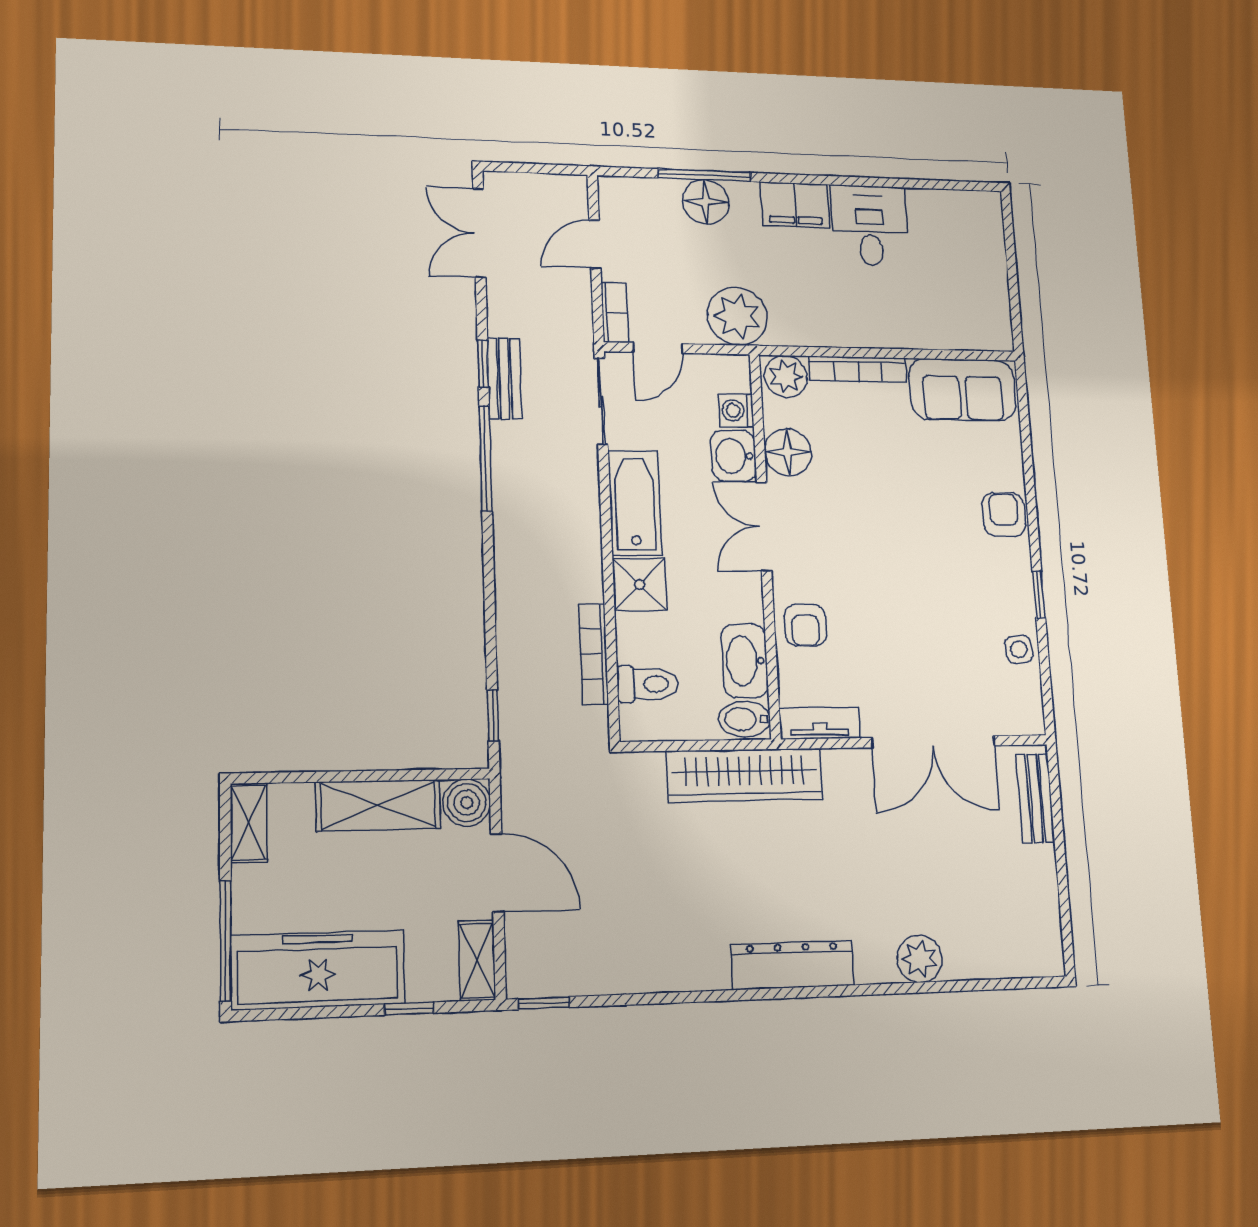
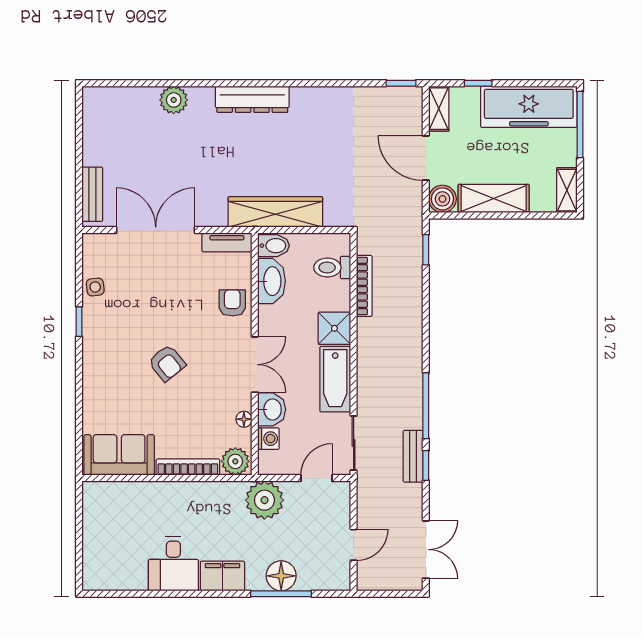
bookcase: (615, 312) -> (343, 500), removed
floor lamp: (788, 452) -> (244, 419), width x0.53, depth x0.53
armchair: (1004, 515) -> (167, 363), moved, turned -39

